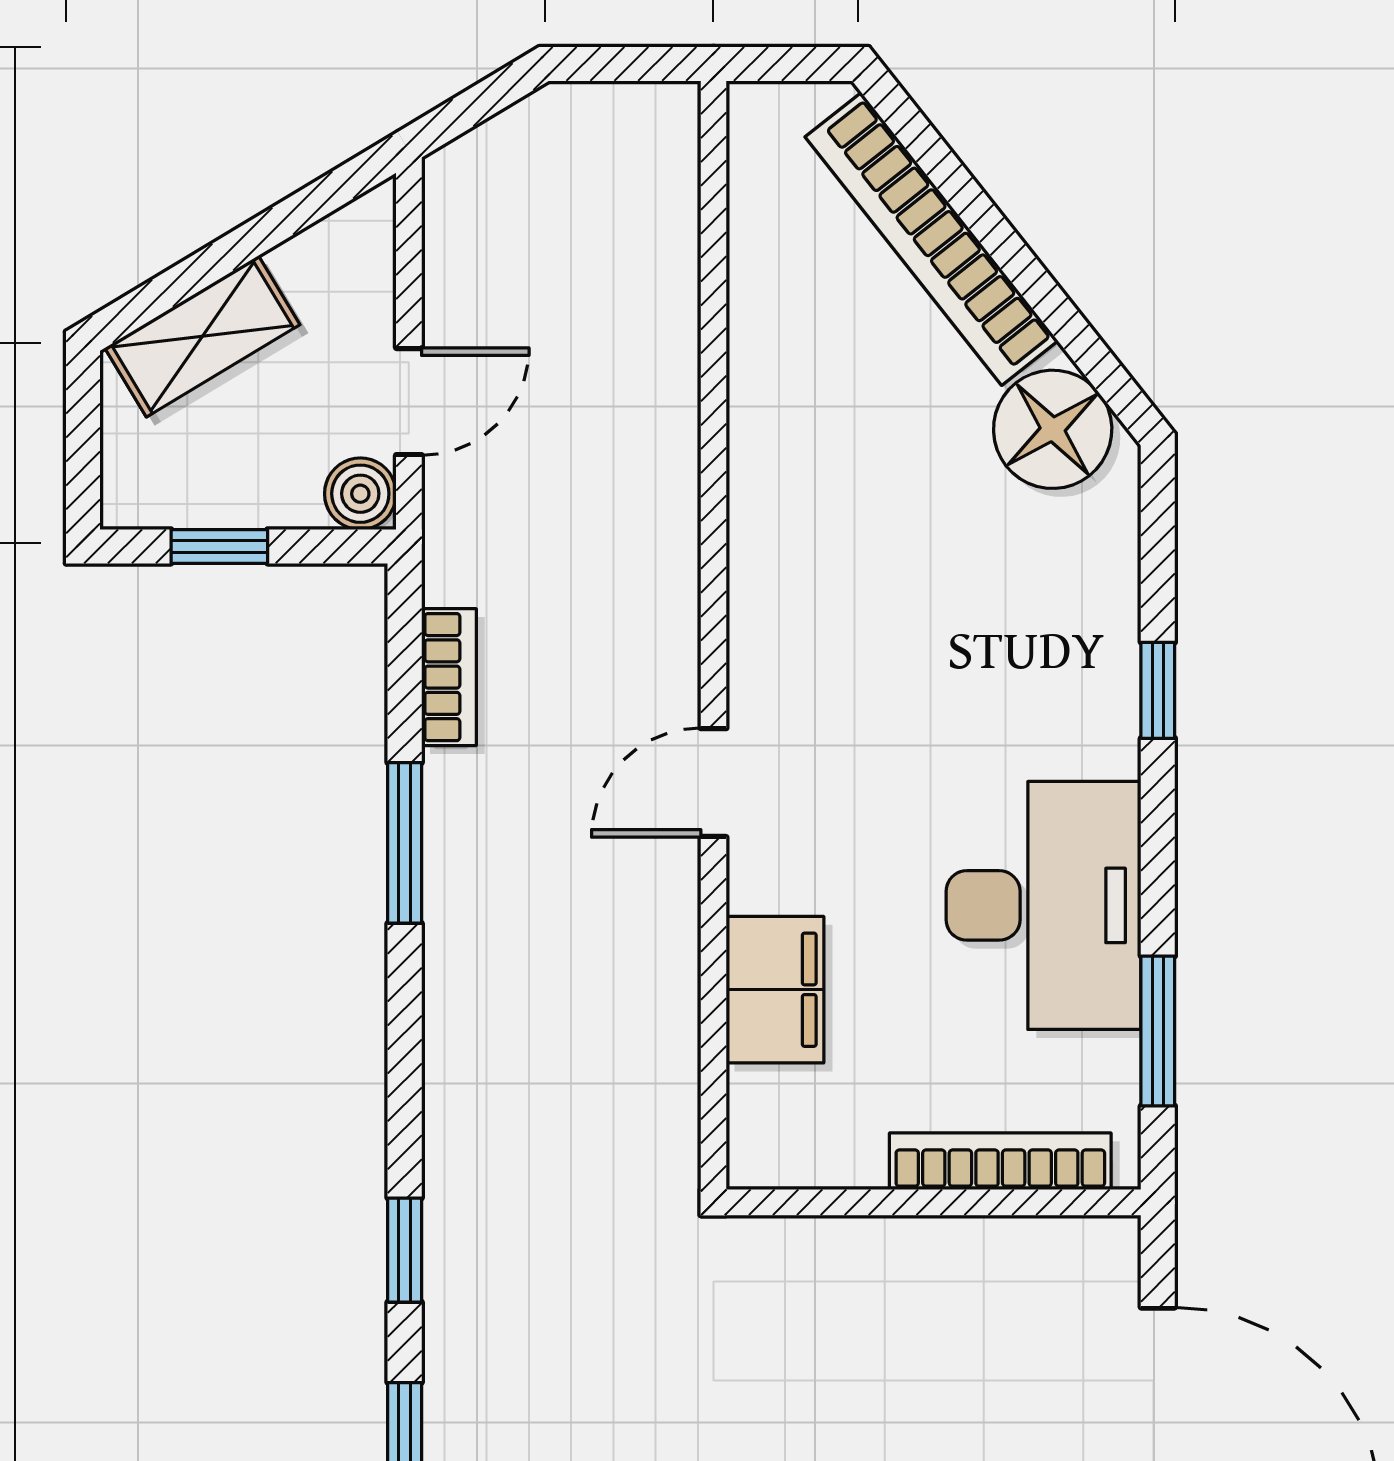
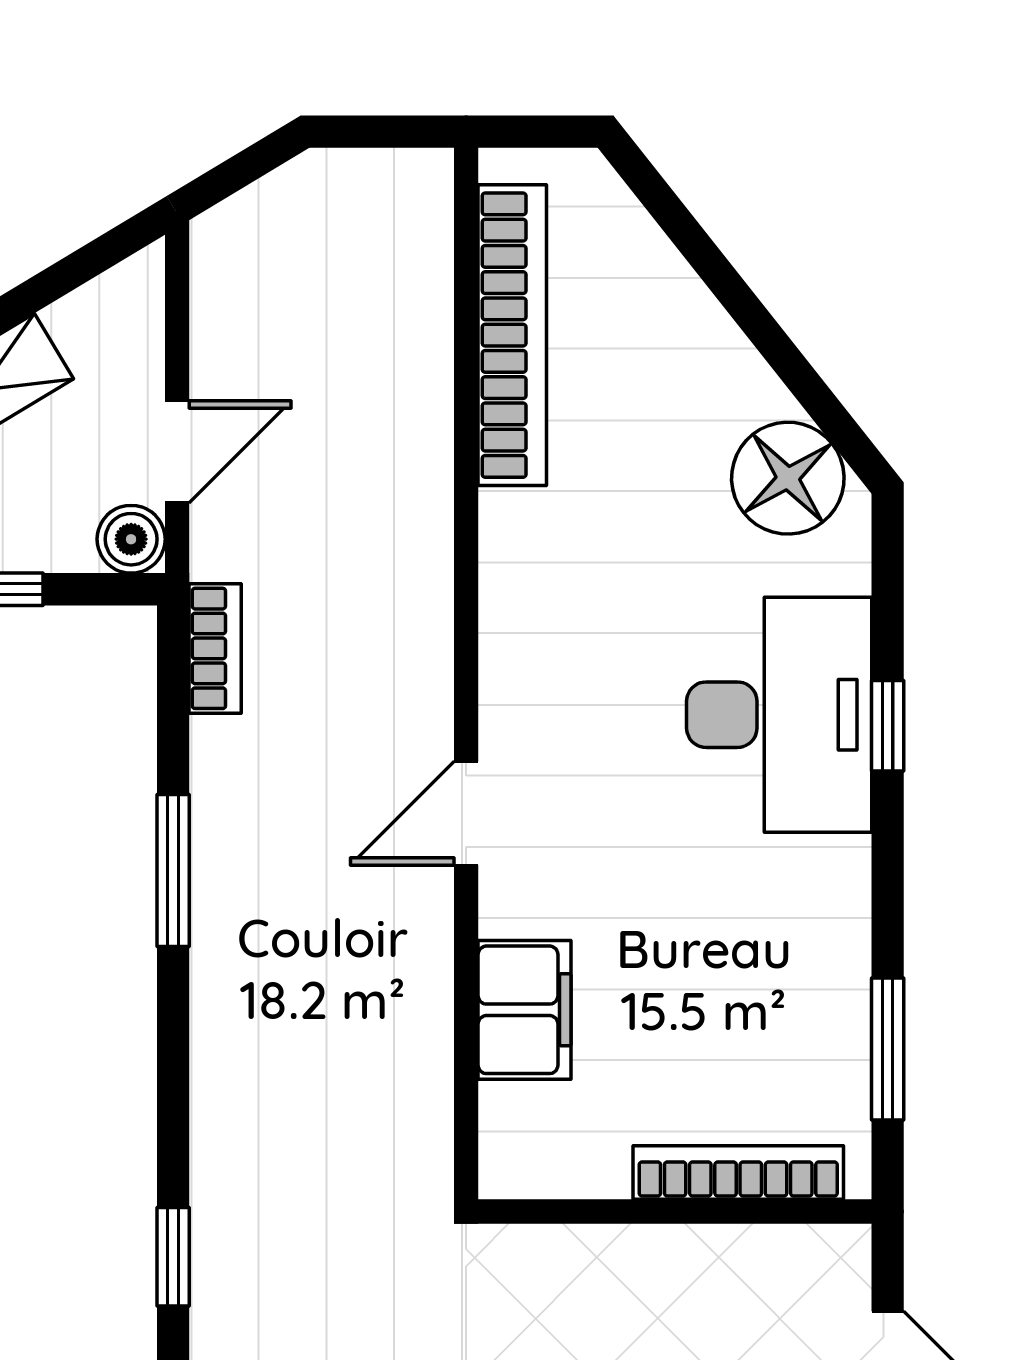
bookcase: (931, 239) -> (512, 335), moved, turned -142
bookcase: (449, 677) -> (215, 648), moved
desk: (1043, 905) -> (779, 715), moved

